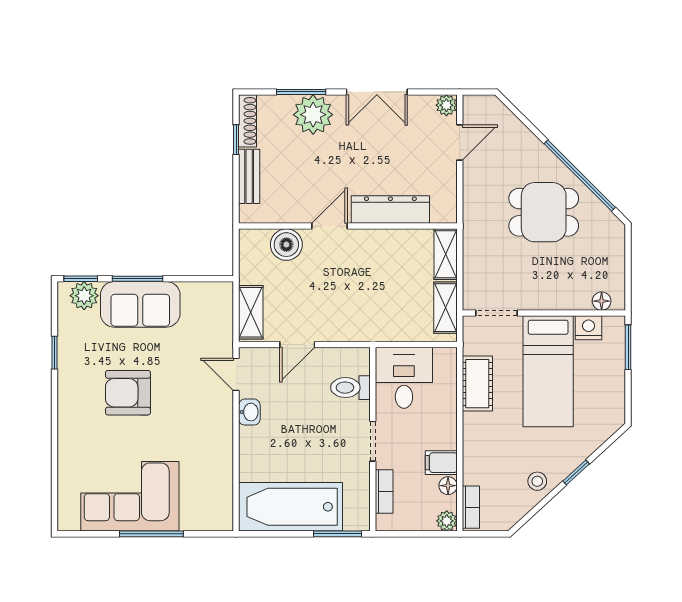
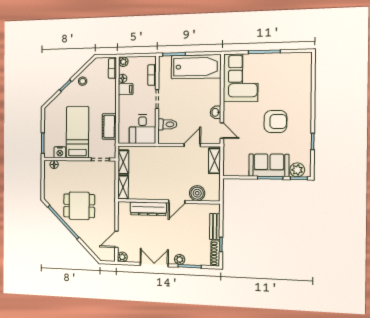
plant: (313, 115) -> (180, 259), width x0.53, depth x0.53
corner sofa: (130, 496) -> (241, 78), moved, turned -90

